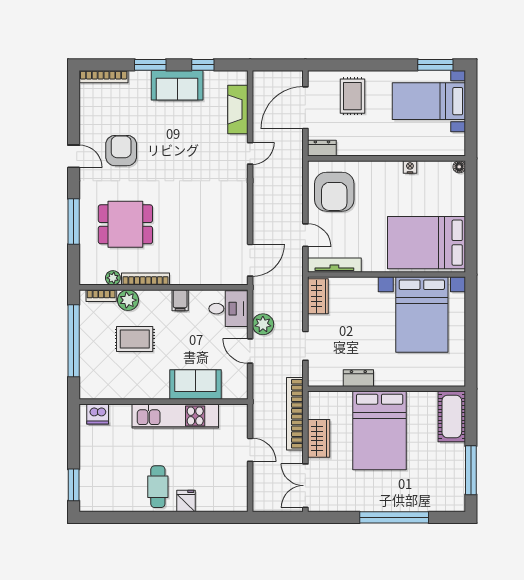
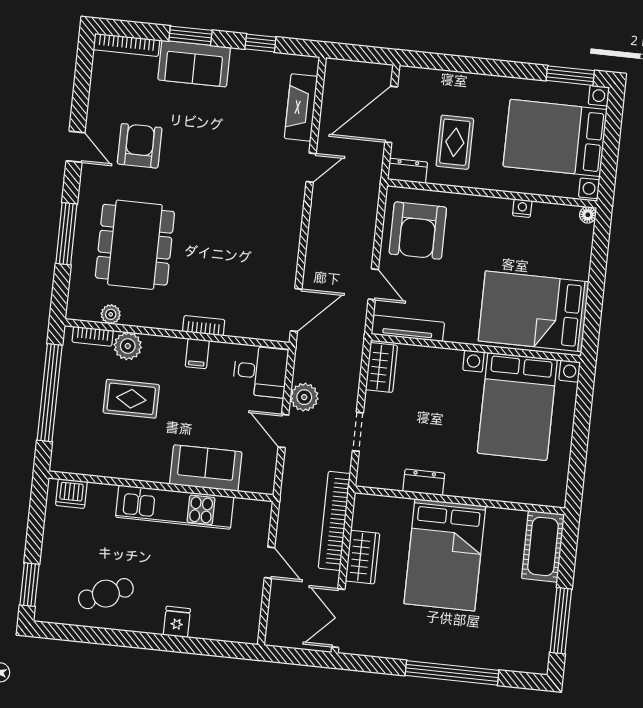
sofa: (177, 85) -> (194, 64), moved
rug: (352, 96) -> (455, 142), moved
bed with nightstands: (429, 101) -> (555, 138), width x1.36
dining table: (125, 224) -> (135, 245), width x1.38
bookcase: (146, 279) -> (204, 326), moved, width x0.64
cafe table: (158, 487) -> (106, 594), moved, turned 67

